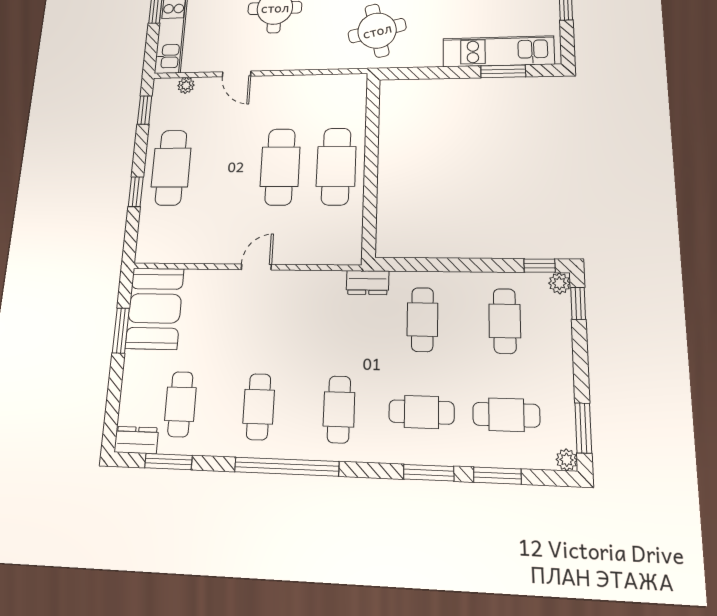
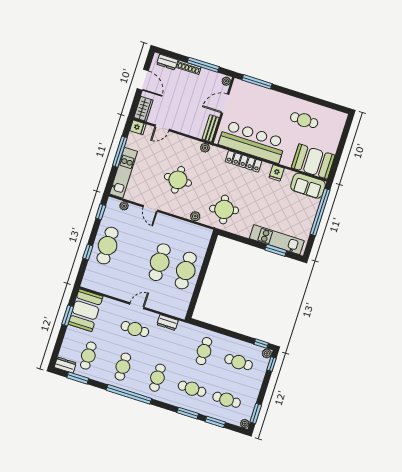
plant: (325, 60) -> (195, 216), added
dresser: (368, 283) -> (168, 322), moved
cafe table: (264, 317) -> (135, 329), added
cafe table: (505, 321) -> (239, 362), turned 90

